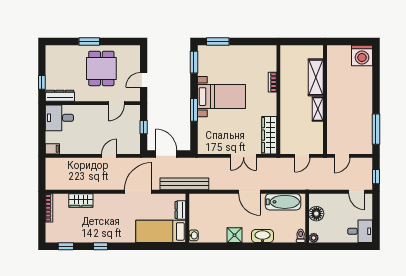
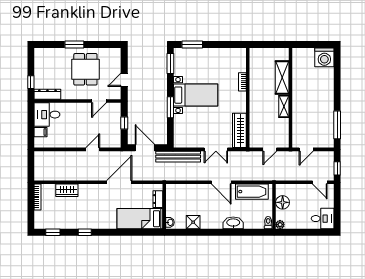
filing cabinet: (52, 149) -> (41, 132), moved
bench: (184, 184) -> (178, 157), moved
shower: (234, 235) -> (193, 222), moved

